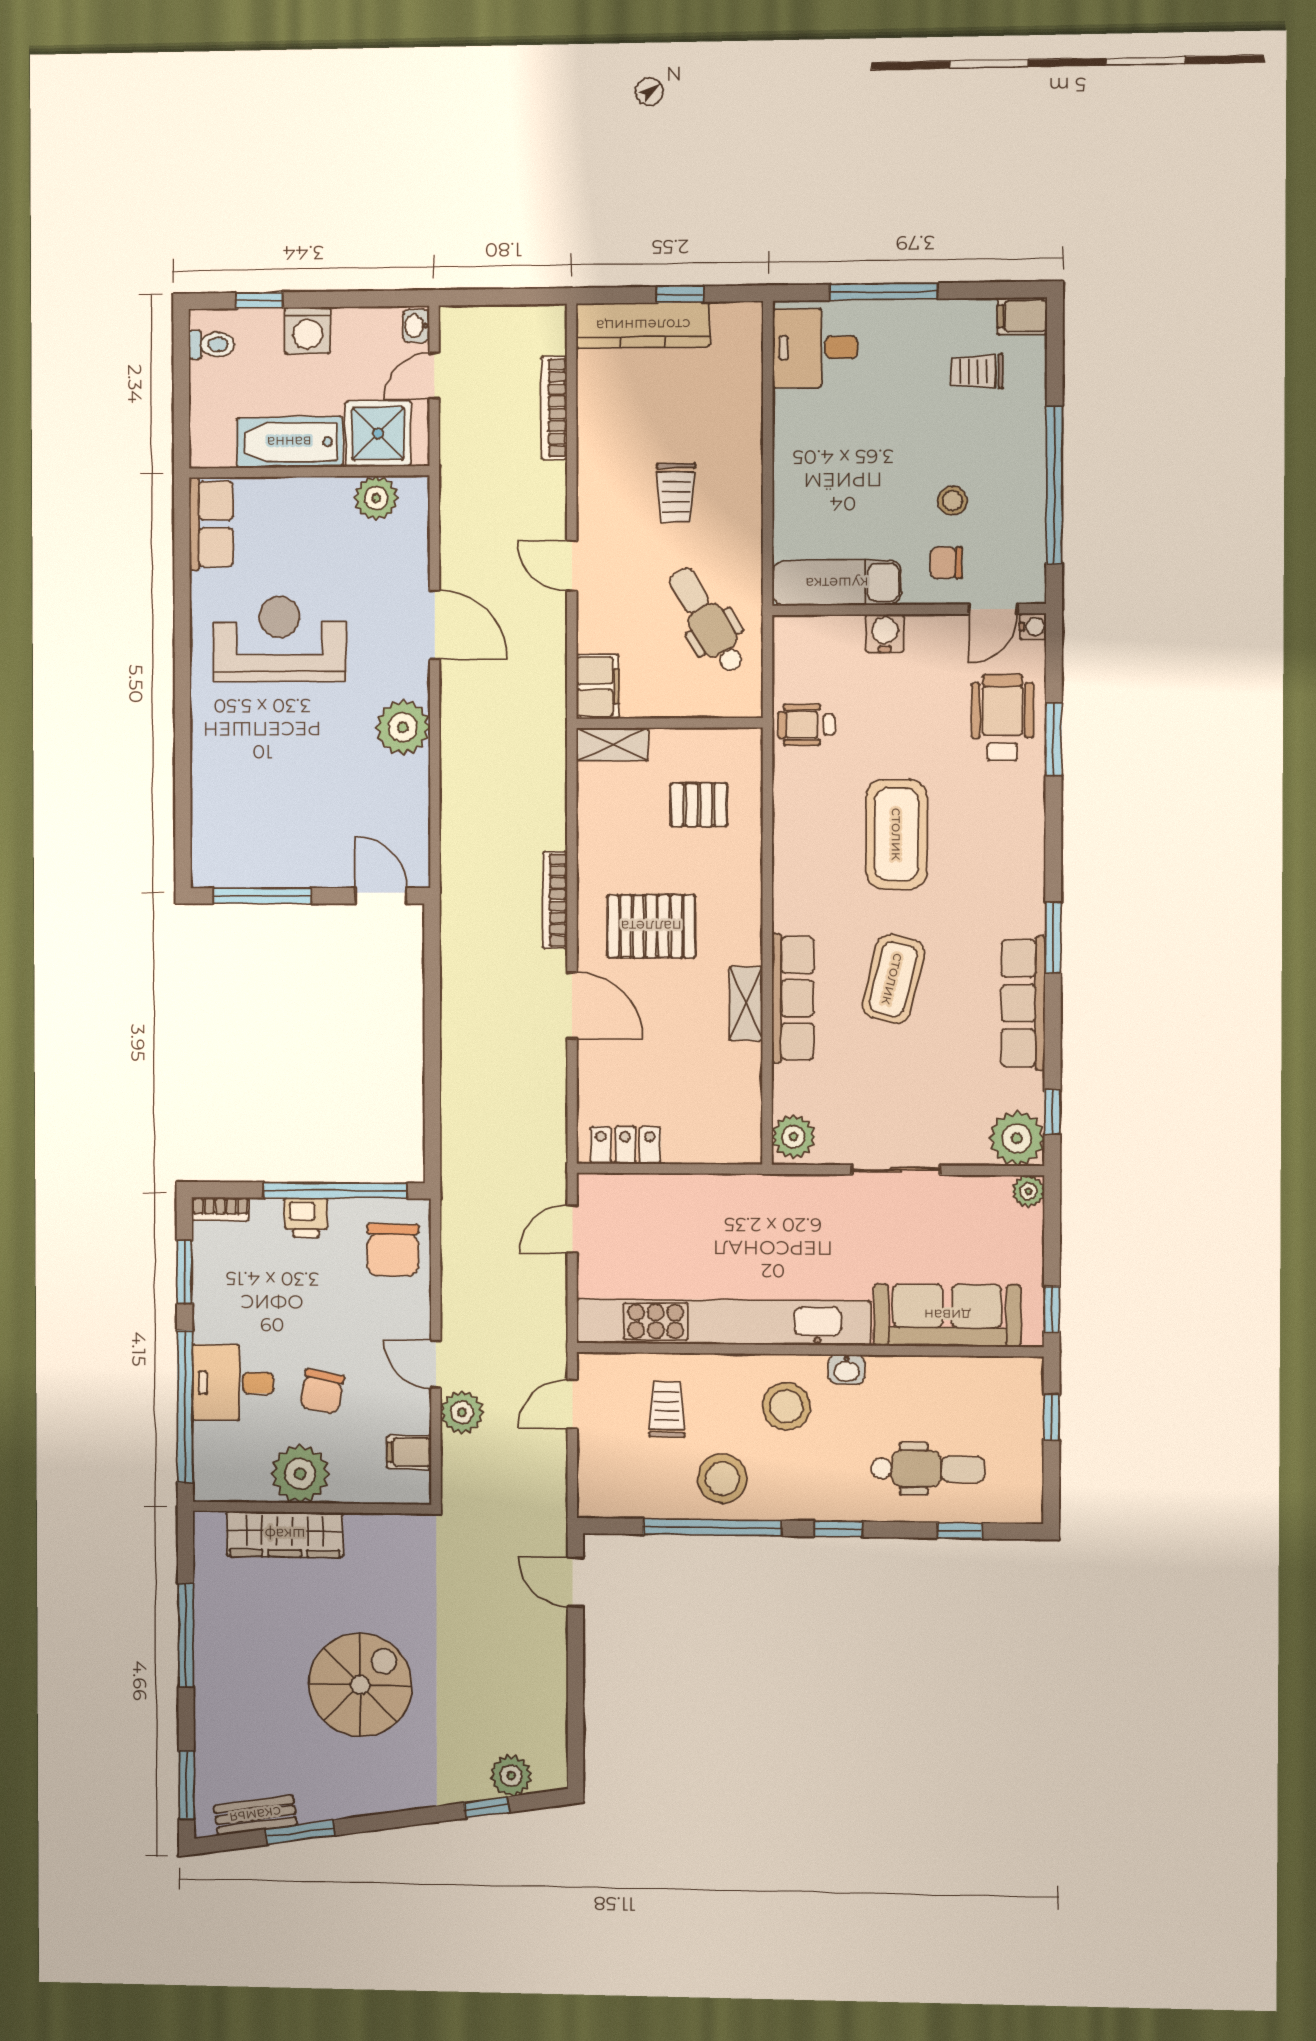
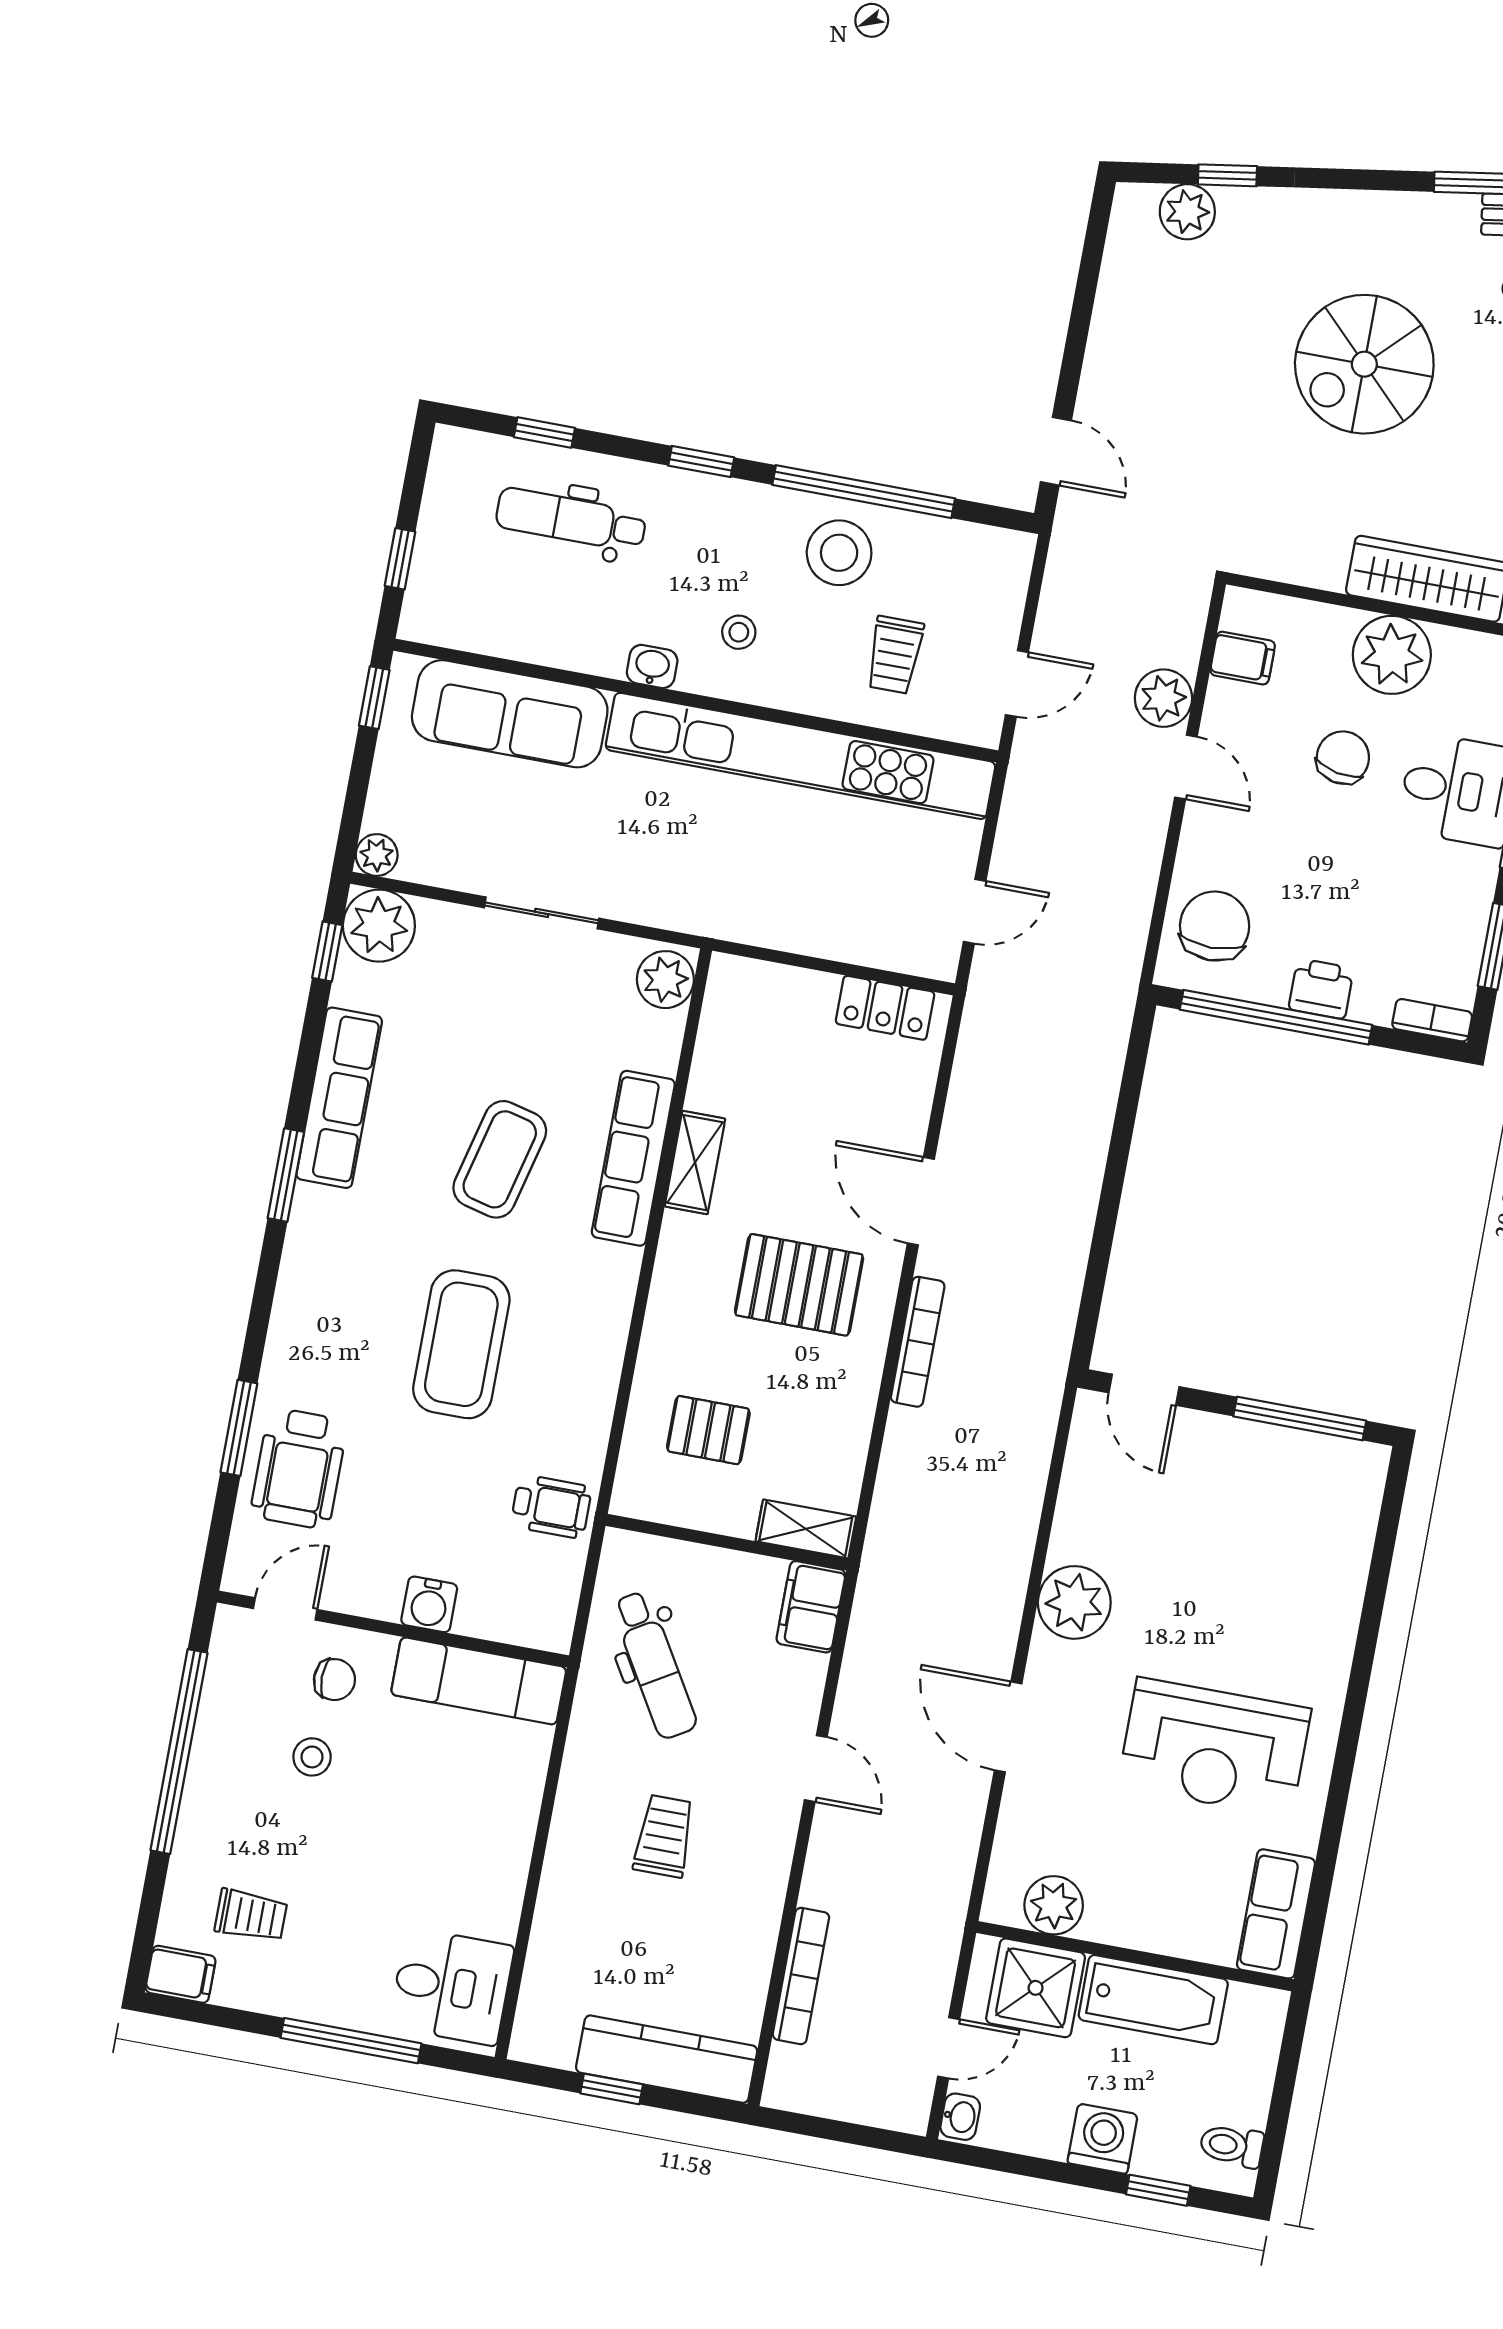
water cooler: (1033, 627) -> (239, 1577), removed
stool: (786, 1406) -> (739, 632), width x0.53, depth x0.53

